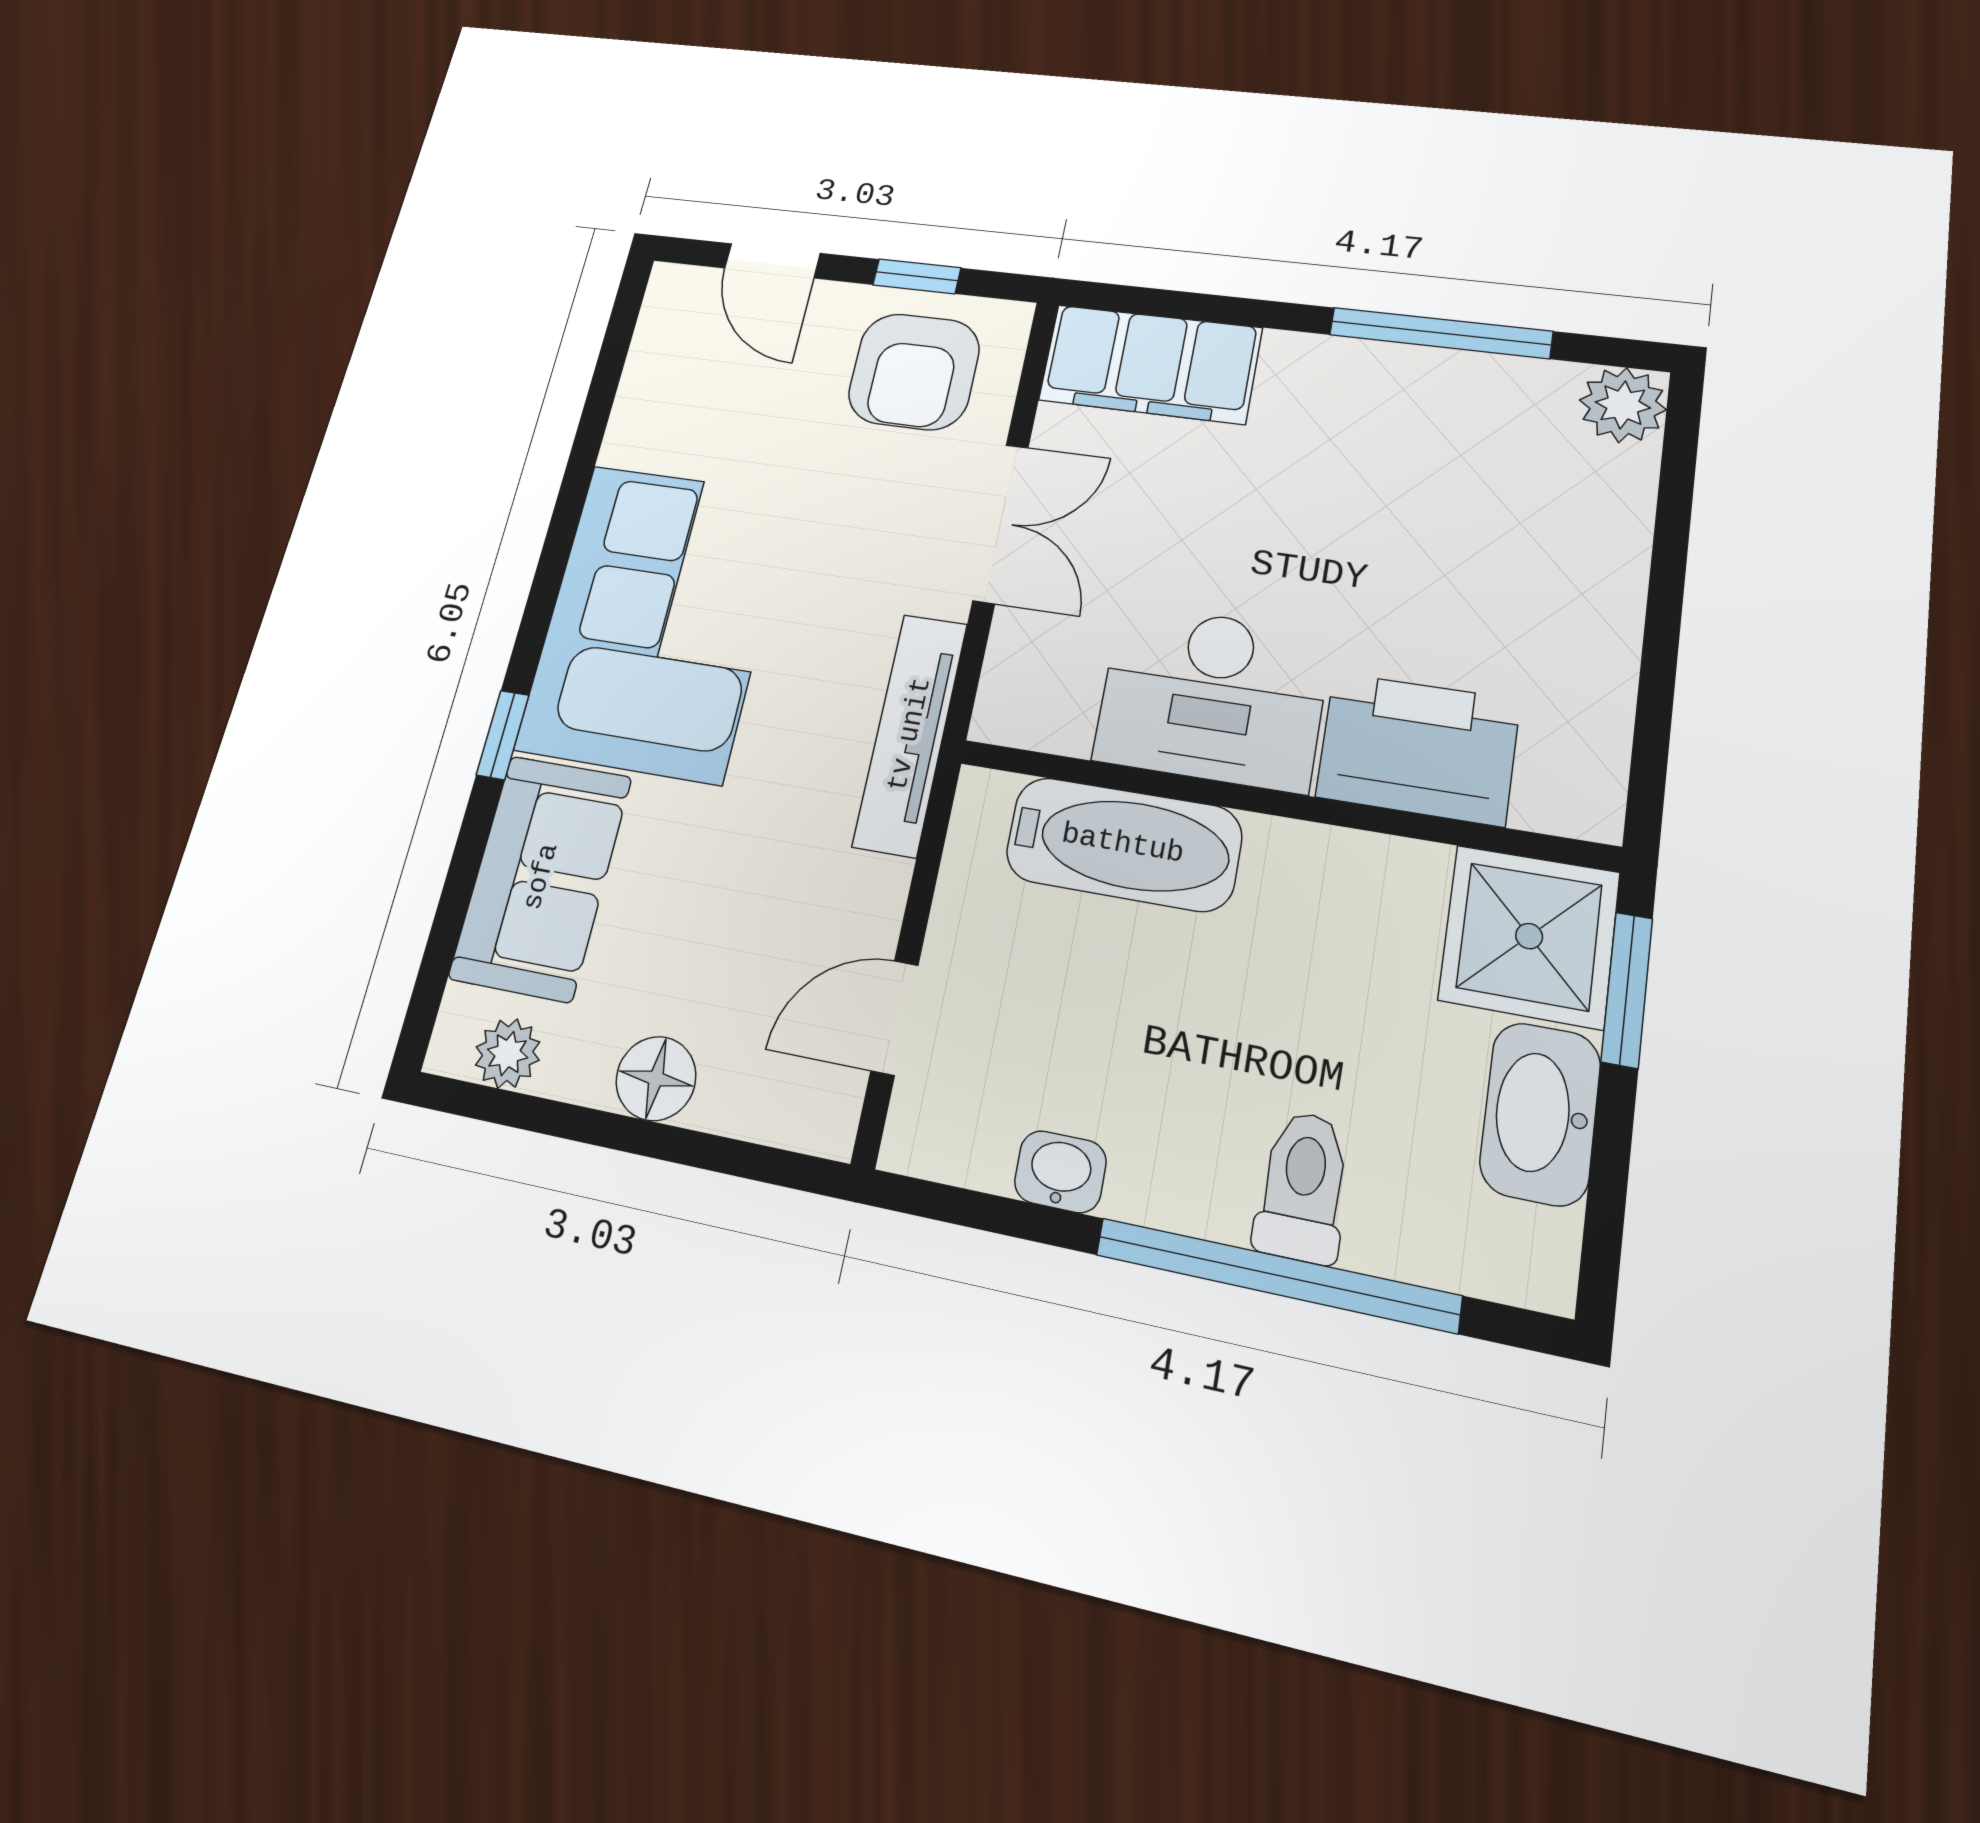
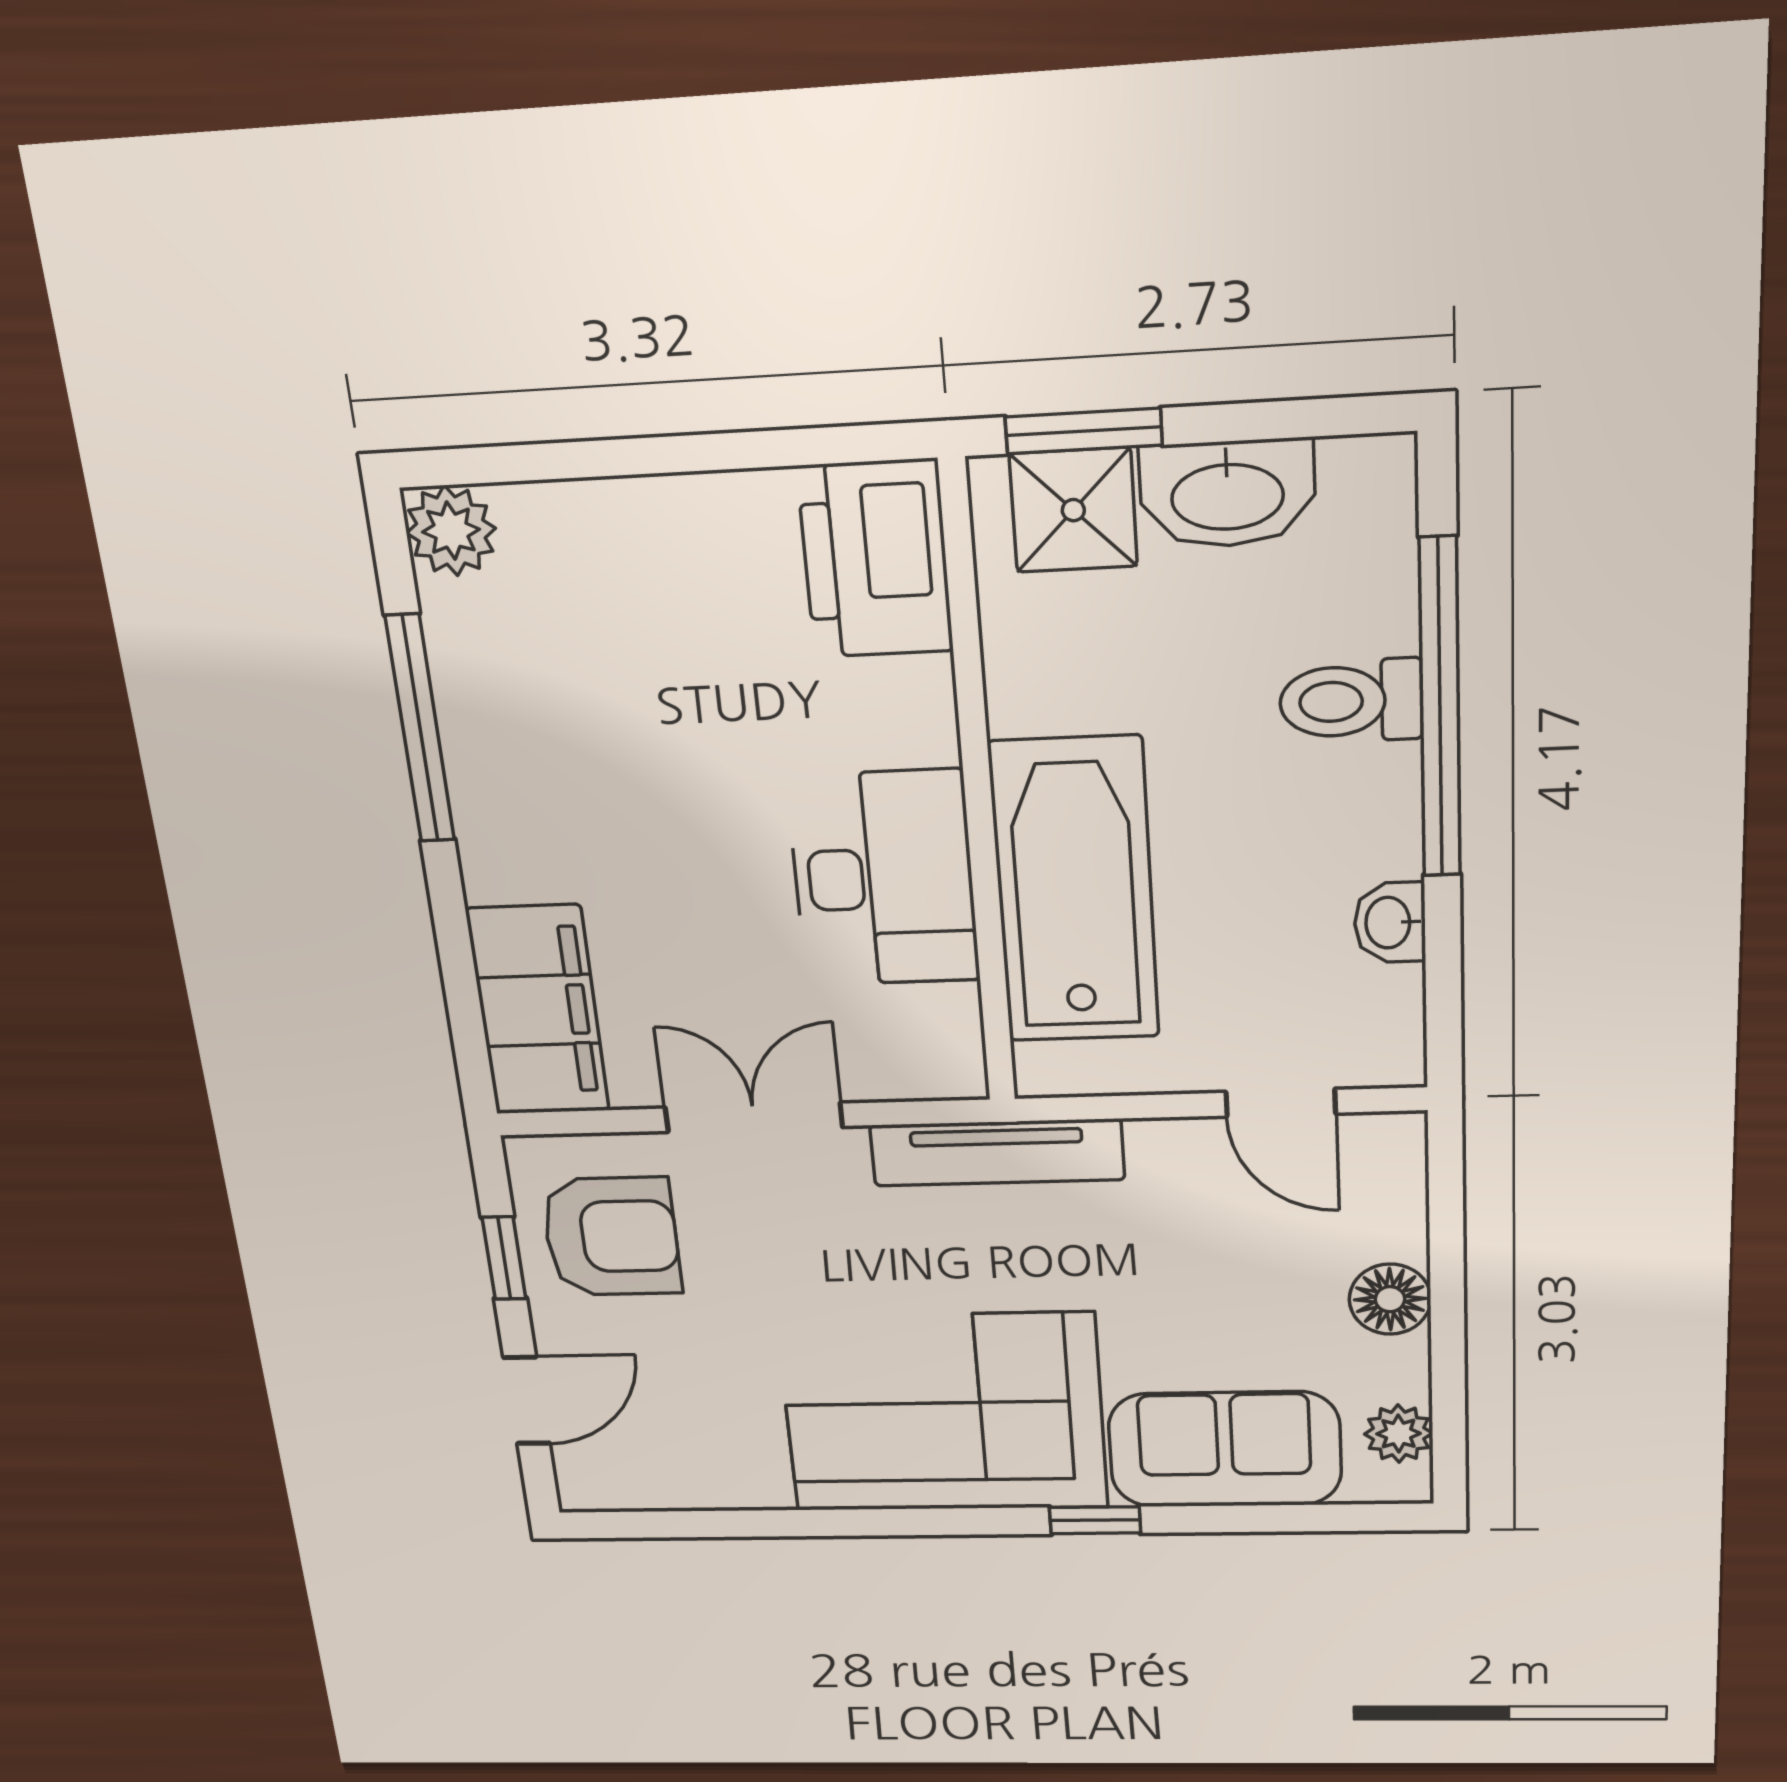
printer: (1418, 748) -> (875, 559), moved
bathtub: (1123, 844) -> (1074, 891), width x1.36, depth x1.36
shower: (1529, 936) -> (1073, 510), width x0.73, depth x0.73

